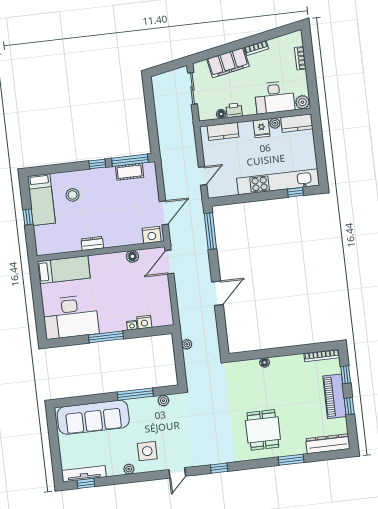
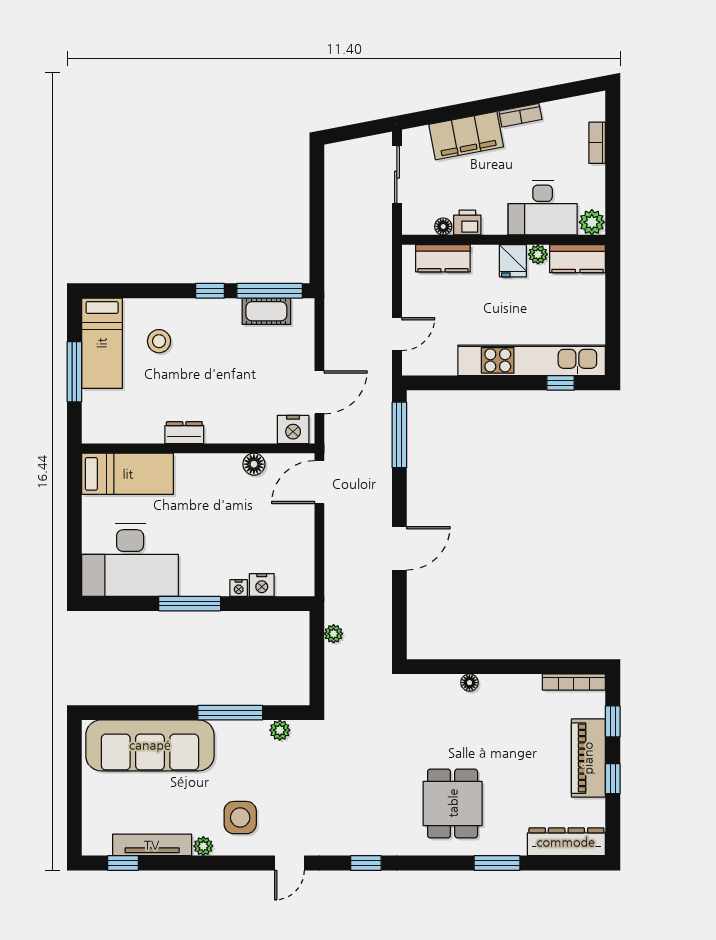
window: (28, 217) -> (74, 372), width x2.17
tv unit: (84, 474) -> (152, 845), moved

